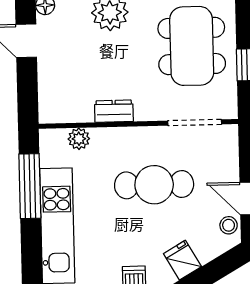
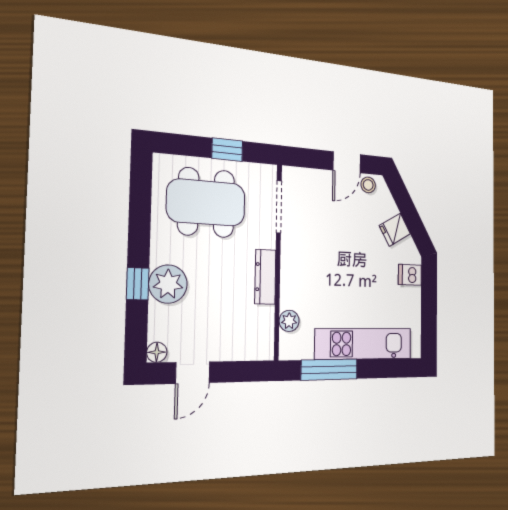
dresser: (114, 111) -> (265, 277), width x1.44
cafe table: (154, 185) -> (332, 251), removed

